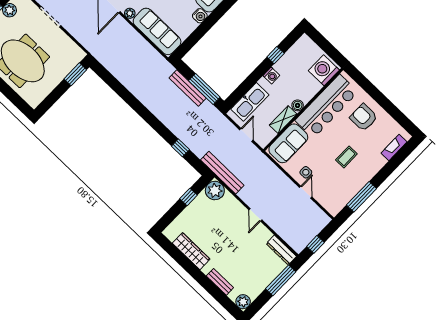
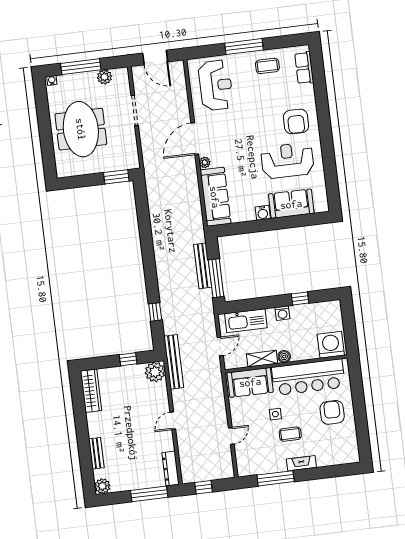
fireplace: (394, 148) -> (301, 463), moved
side table: (306, 172) -> (275, 414), moved
wardrobe: (191, 251) -> (91, 391), moved

